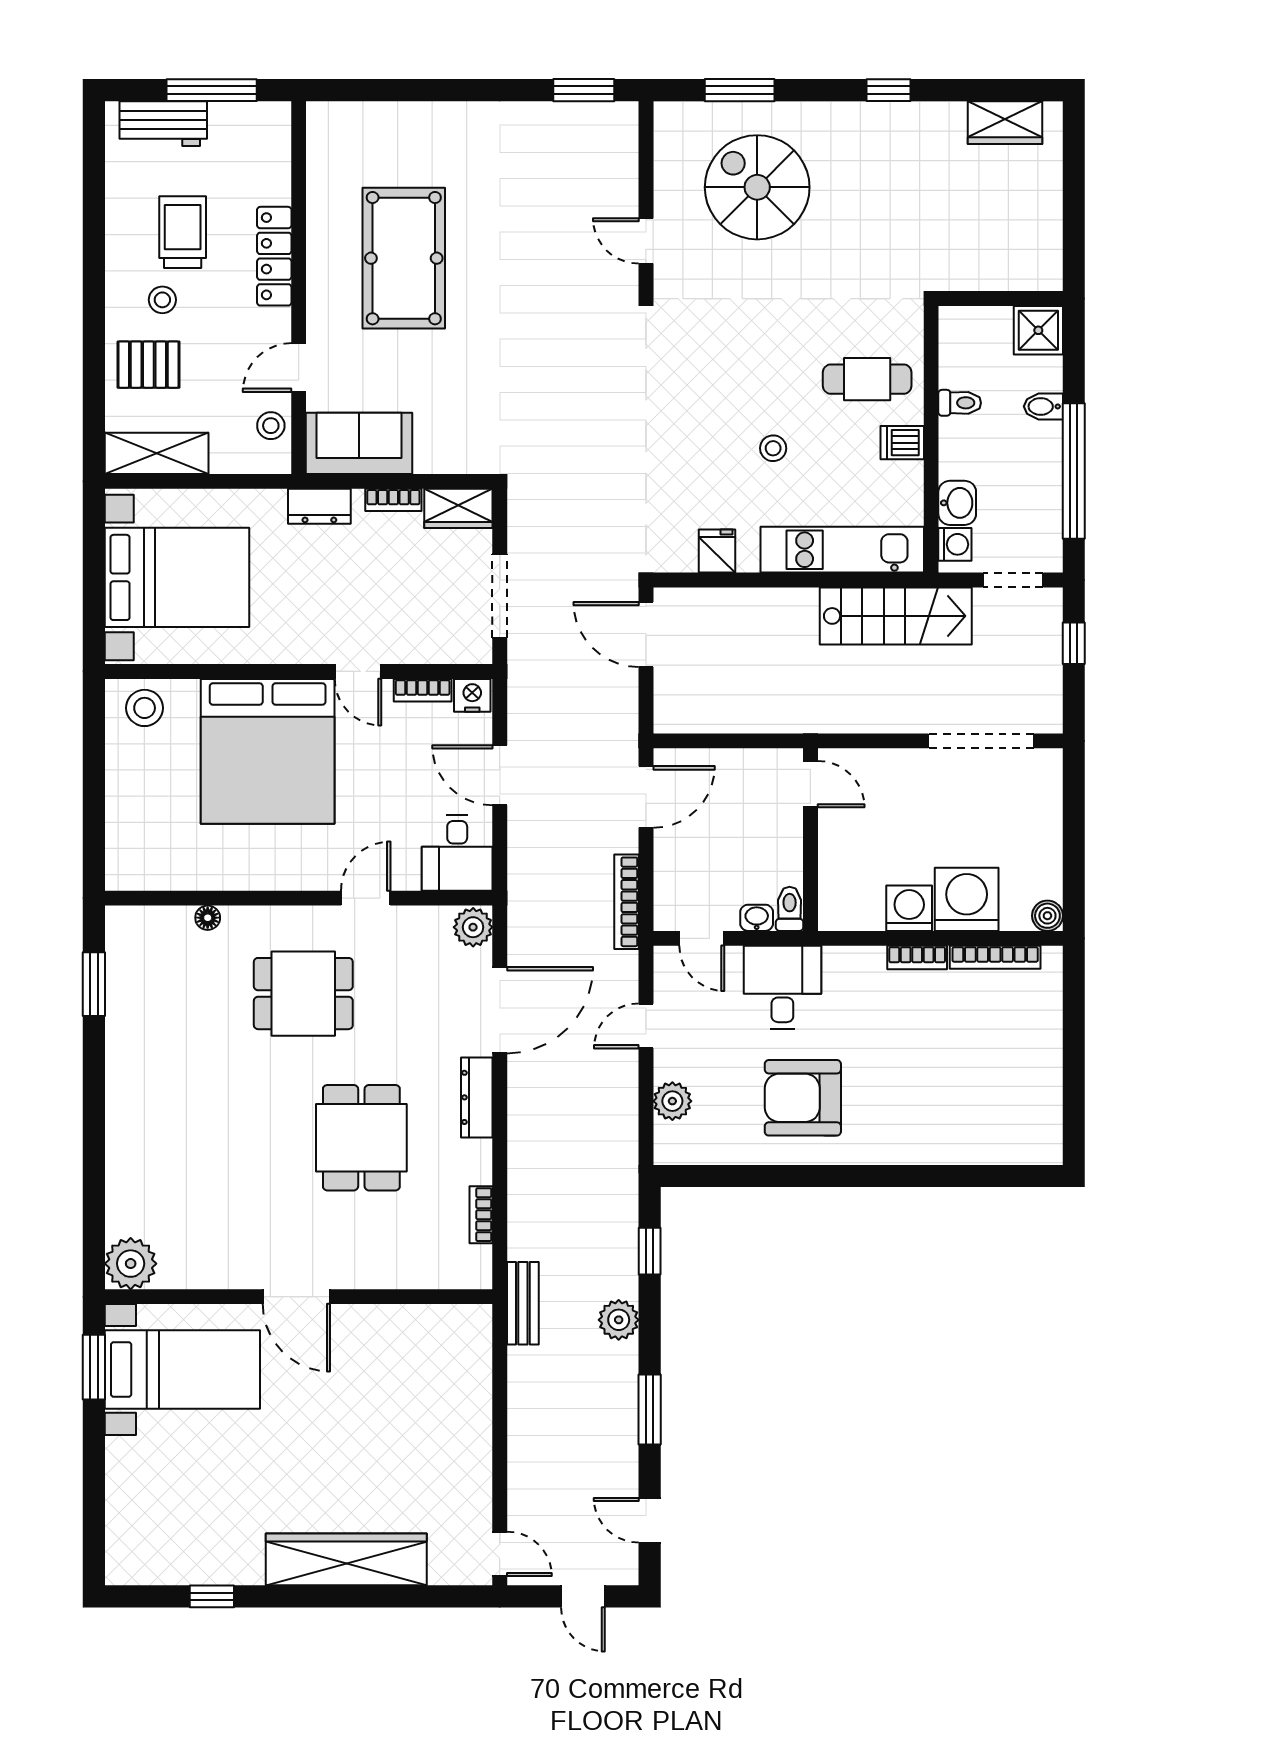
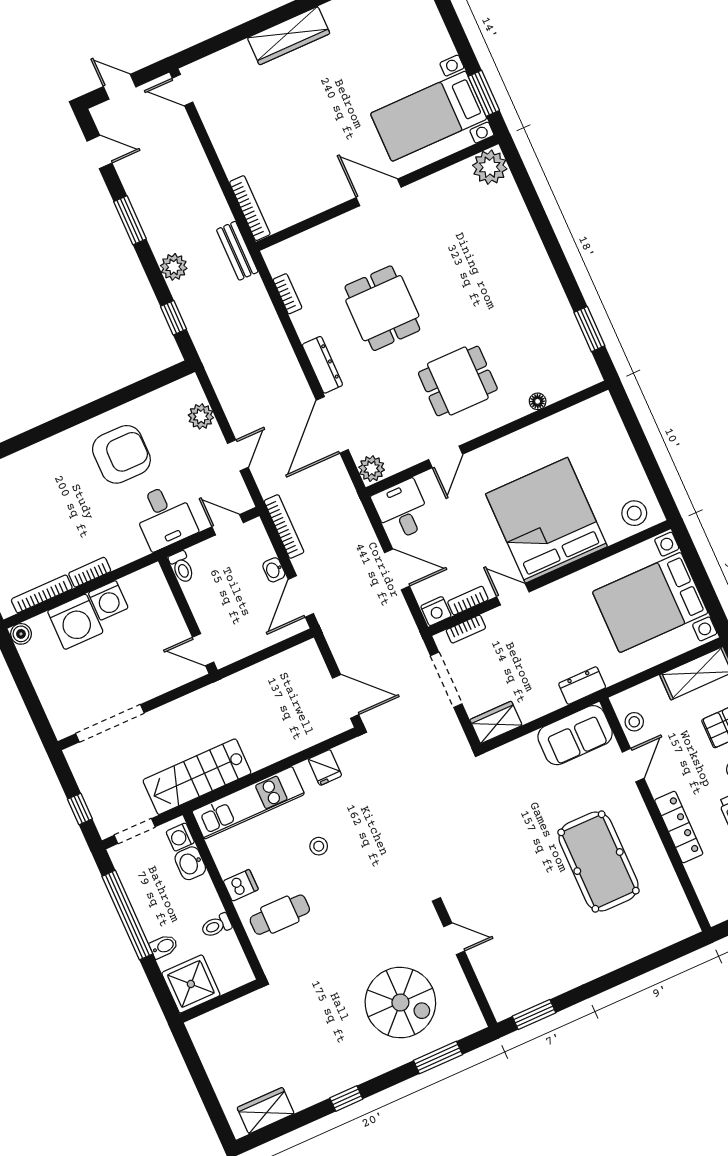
shower: (1038, 330) -> (191, 984), width x1.36, depth x1.36
bookcase: (393, 500) -> (466, 629), moved, turned 180
washbasin: (757, 918) -> (274, 570), moved, turned 90
bookcase: (480, 1353) -> (250, 208), added
wardrobe: (346, 1559) -> (289, 36), width x0.71, depth x0.85

